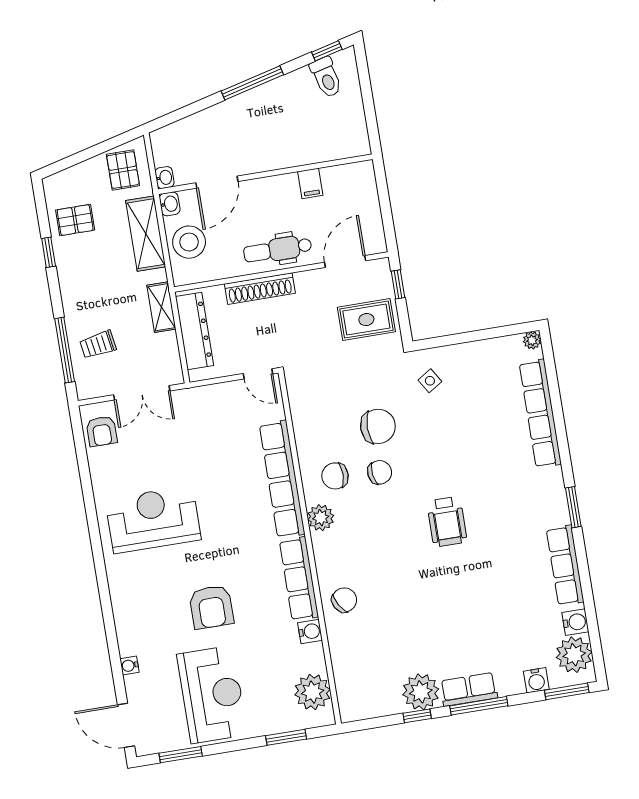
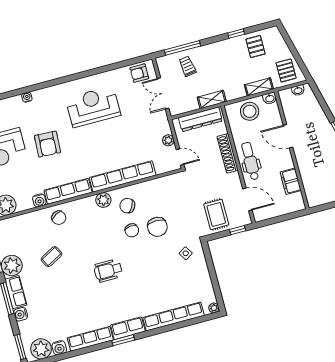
pallet: (123, 170) -> (286, 70), turned 90
washbasin: (165, 178) -> (298, 90), moved
door: (217, 182) -> (288, 136), moved
filing cabinet: (310, 183) -> (291, 181), width x2.00
shelving: (146, 234) -> (259, 87), width x0.67, depth x0.75
door: (258, 374) -> (180, 157), swing flipped
plant: (226, 392) -> (168, 140), added
chair: (335, 476) -> (127, 206), turned -61
row of seats: (553, 497) -> (128, 328), added
reception desk: (153, 519) -> (93, 107), turned -90
armchair: (211, 607) -> (47, 144), turned -87
coffee table: (412, 620) -> (52, 257), added
water cooler: (129, 666) -> (27, 97), moved
water cooler: (536, 680) -> (21, 314), moved

